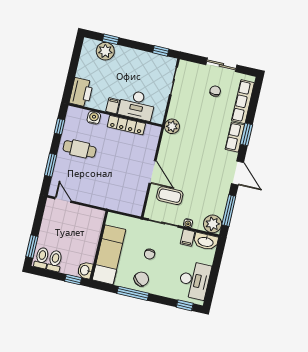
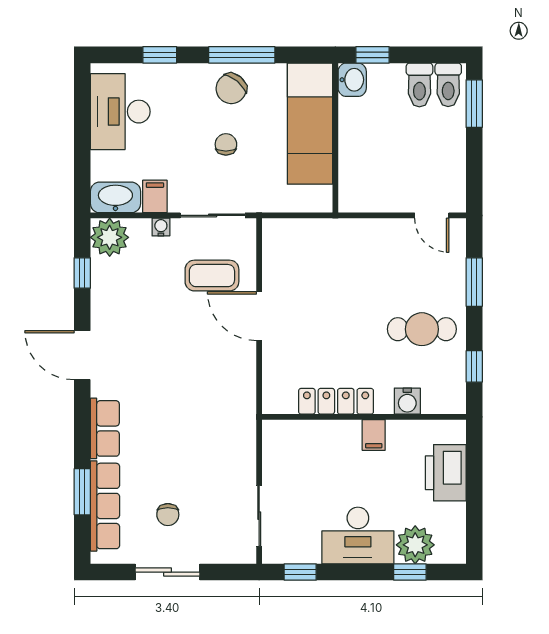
printer: (81, 92) -> (446, 473), moved
desk: (137, 105) -> (358, 536), moved, turned 180
plant: (172, 126) -> (241, 421), removed
window: (246, 134) -> (82, 492), moved
window: (229, 210) -> (82, 273), width x0.46
window: (185, 305) -> (160, 55), moved

